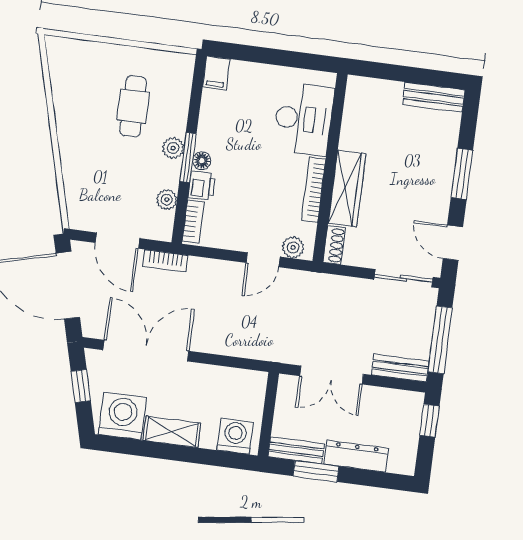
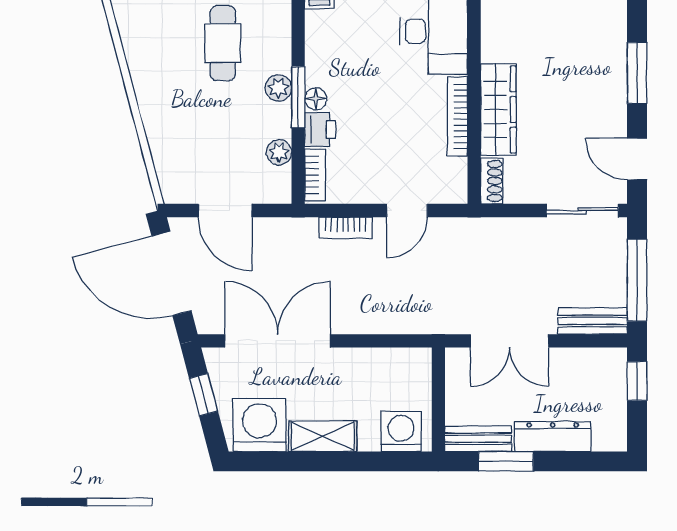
plant: (293, 247) -> (442, 191), removed
bookcase: (165, 261) -> (345, 228), moved

